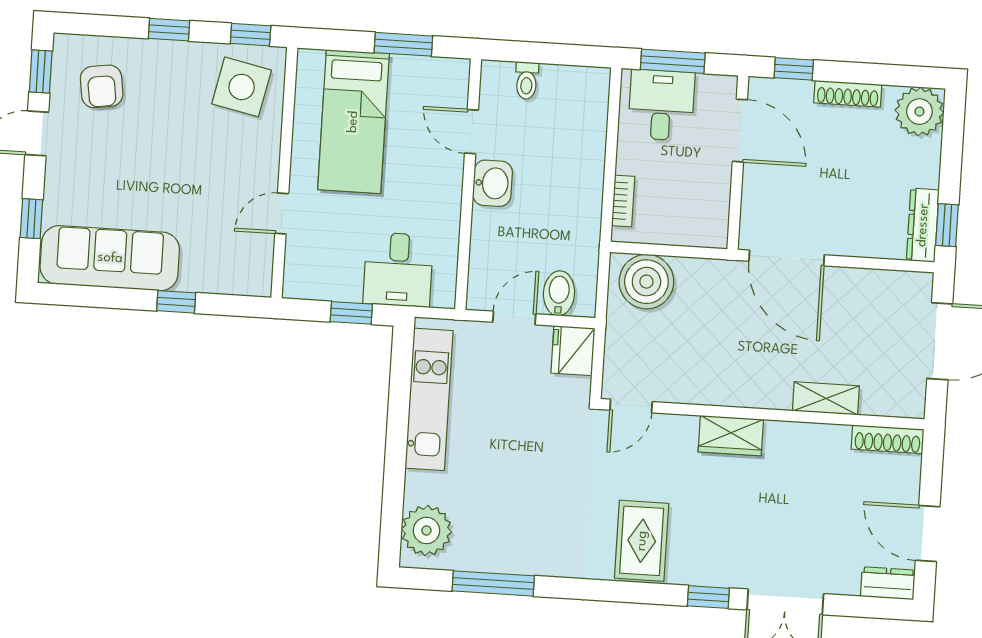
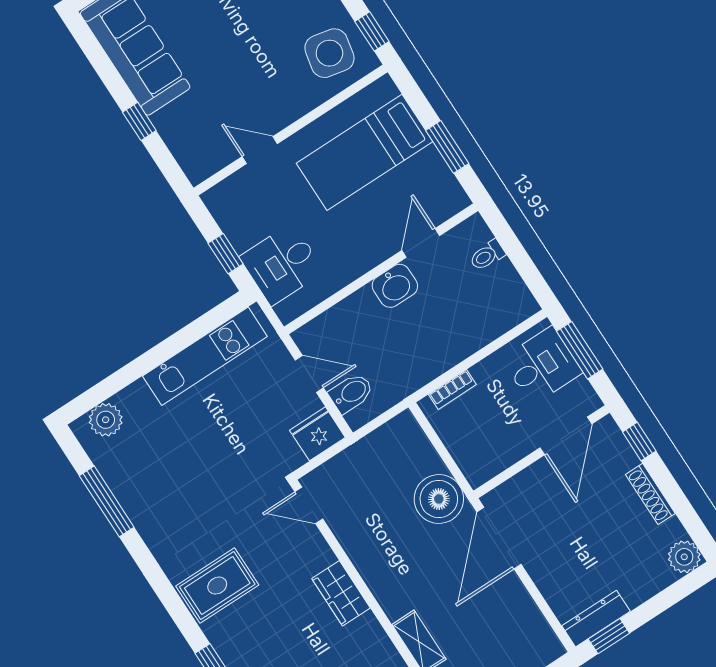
plant: (919, 112) -> (684, 557), width x0.73, depth x0.73
boiler: (646, 282) -> (439, 499), moved
plant: (426, 531) -> (106, 420), width x0.73, depth x0.73

